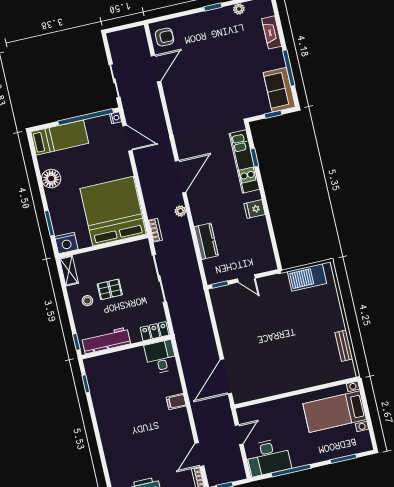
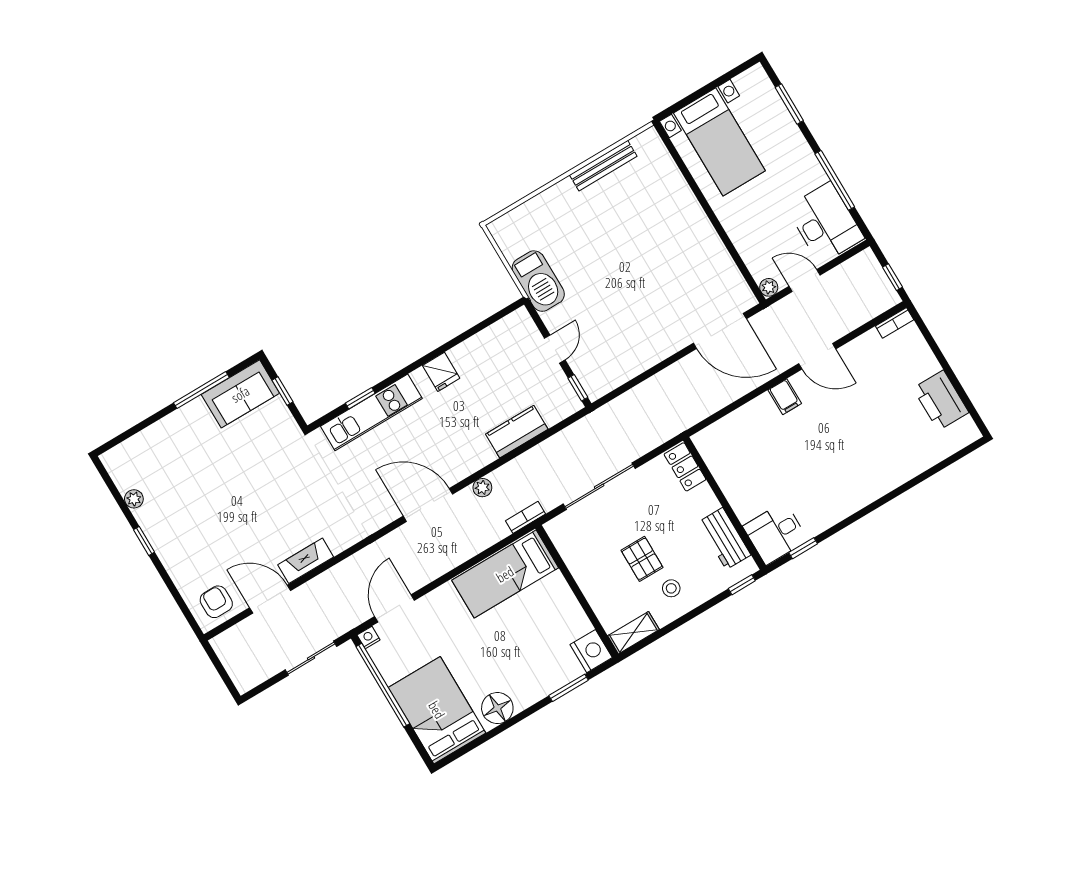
fireplace: (272, 32) -> (306, 561), moved, turned 180
bed: (60, 138) -> (437, 710), width x1.50
bed: (113, 211) -> (505, 574), width x0.49
barbecue: (307, 277) -> (538, 281), moved
workbench: (106, 341) -> (724, 538), width x0.73
bench: (344, 346) -> (603, 166), width x1.36
desk: (161, 357) -> (775, 533), moved
plant: (242, 413) -> (769, 287), added
door: (199, 455) -> (817, 356), moved

